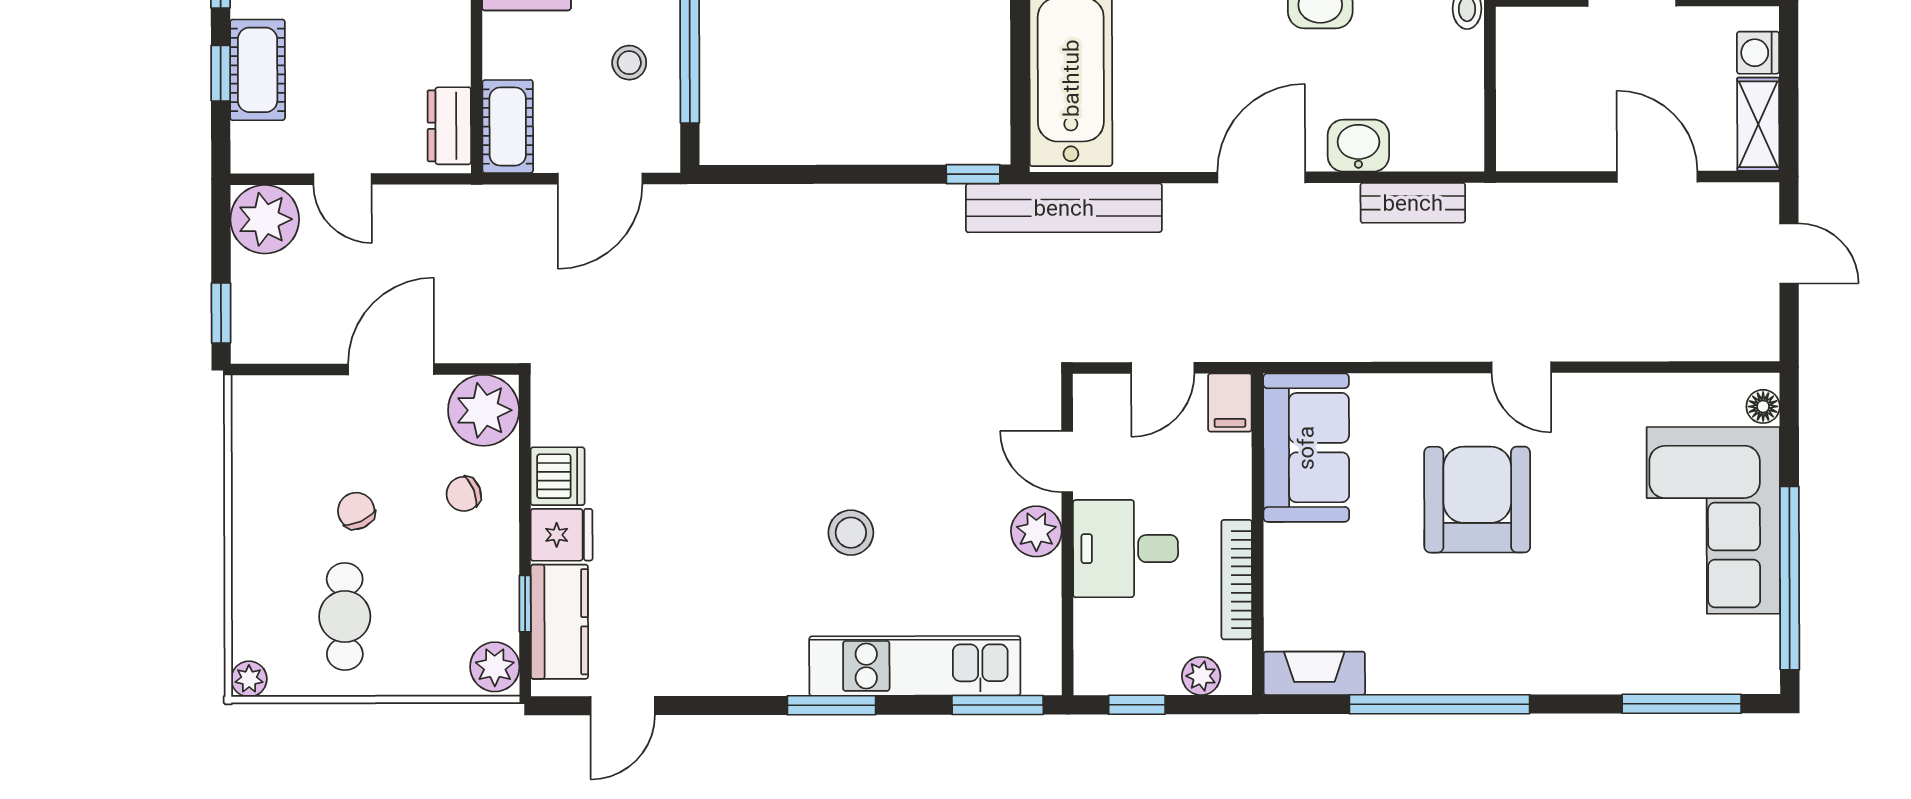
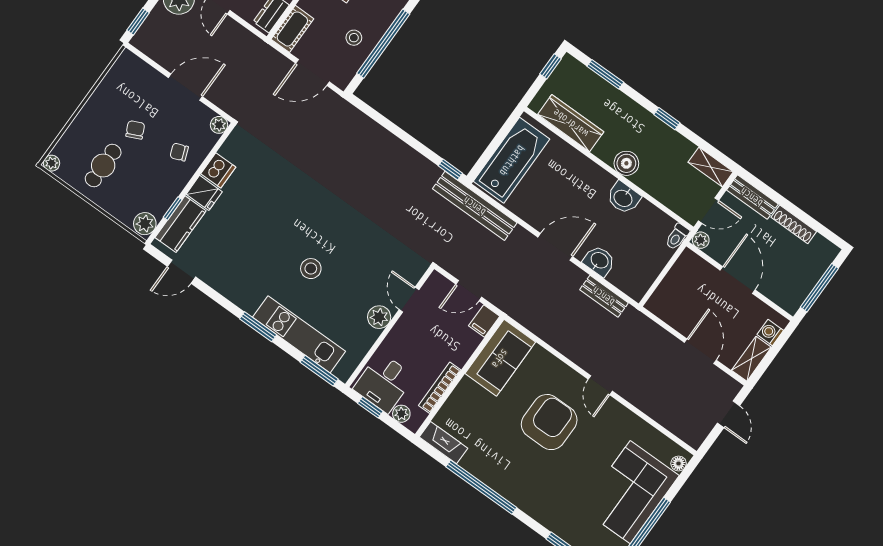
plant: (484, 410) -> (219, 125), width x0.53, depth x0.53
desk: (1126, 549) -> (384, 383), moved, turned -90

